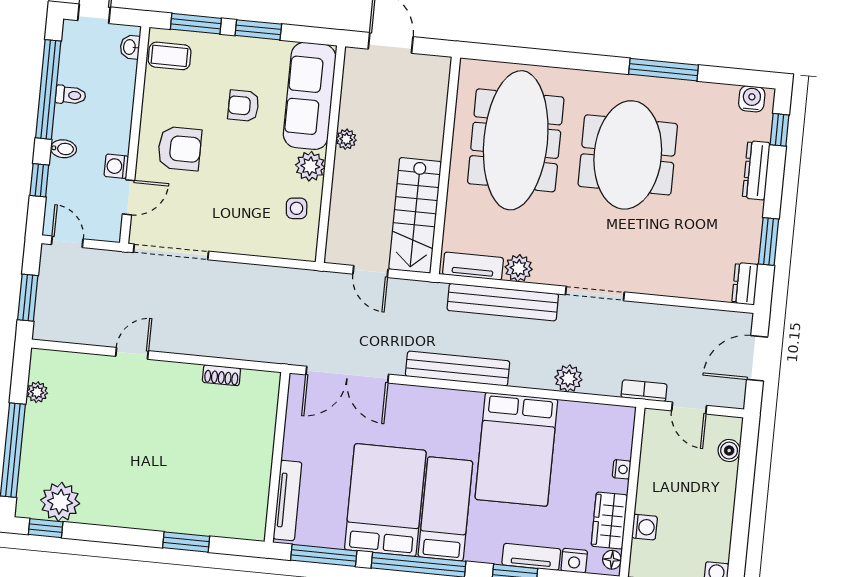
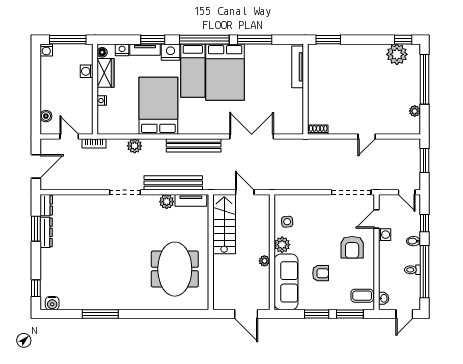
meeting table: (516, 140) -> (175, 269), width x0.73
armchair: (180, 149) -> (352, 247), turned -90
meeting table: (628, 155) -> (115, 267), removed
dresser: (756, 170) -> (46, 232), moved
wall: (277, 457) -> (305, 89), moved
tv unit: (287, 500) -> (298, 67), moved
nightstand: (484, 548) -> (171, 52), added

